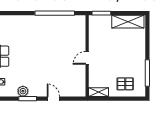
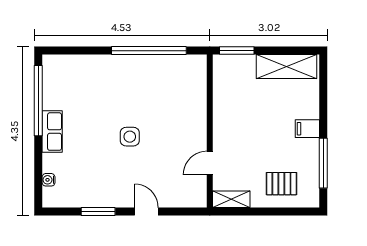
filing cabinet: (139, 55) -> (307, 129), added
door: (87, 58) -> (210, 163), moved
side table: (45, 59) -> (130, 137), added
plant: (23, 91) -> (89, 197), removed

